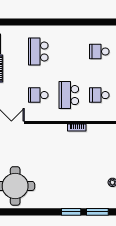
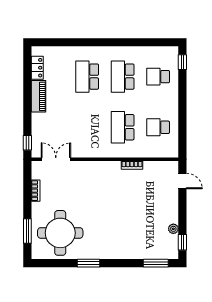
school desk: (38, 95) -> (123, 77), moved, width x1.85
window: (71, 212) -> (88, 263), moved

